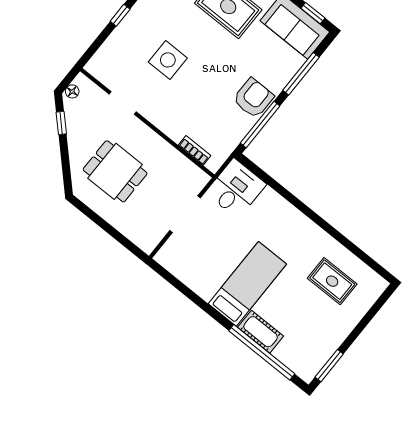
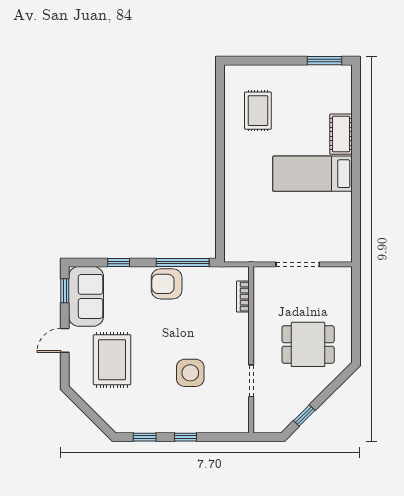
window: (301, 74) -> (119, 262), width x0.46
floor lamp: (72, 91) -> (273, 427), removed
dining table: (115, 171) -> (308, 344), turned 90
desk: (236, 189) -> (247, 241), removed
window: (262, 352) -> (356, 120), removed

